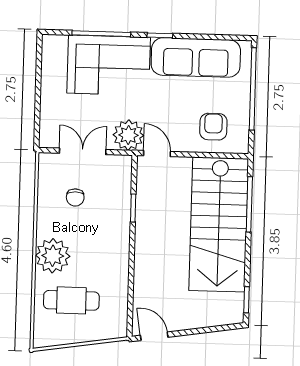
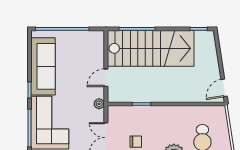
armchair: (213, 127) -> (87, 54), removed
plant: (128, 135) -> (99, 104), width x0.53, depth x0.53
door: (157, 154) -> (106, 78), moved

